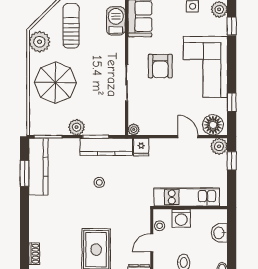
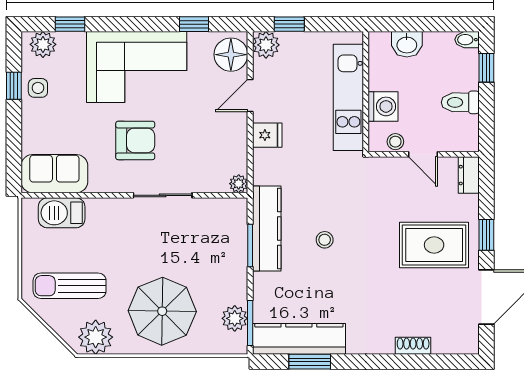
plant: (77, 127) -> (235, 318), moved
fridge: (141, 147) -> (267, 135), moved
shoe rack: (34, 254) -> (413, 346), moved

